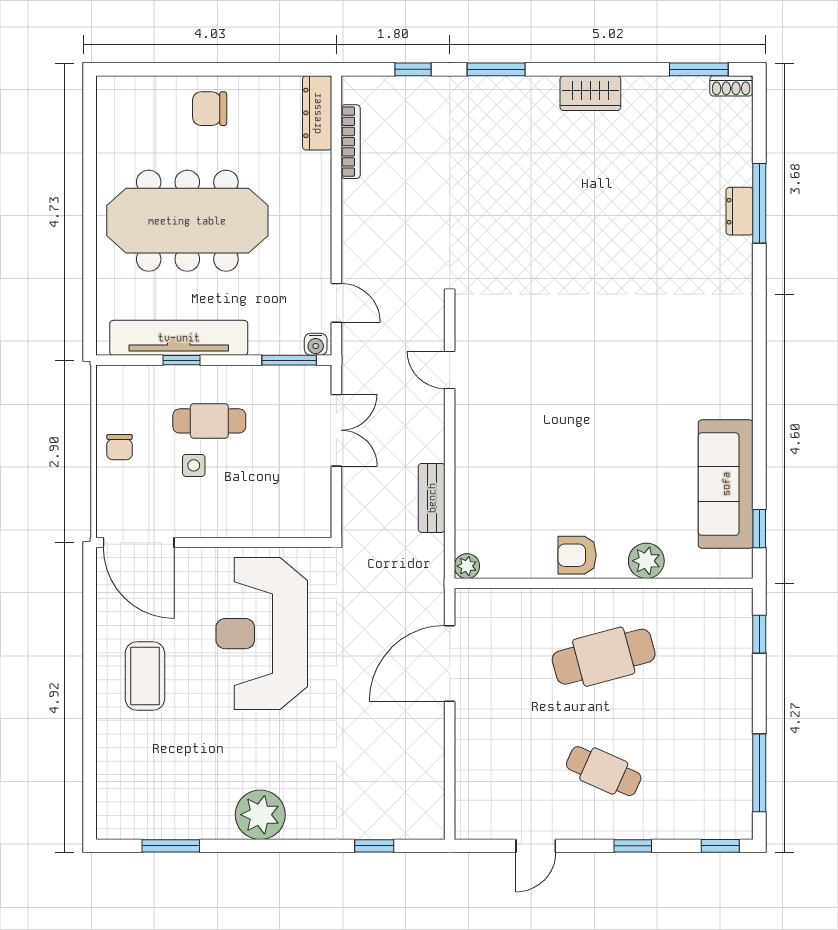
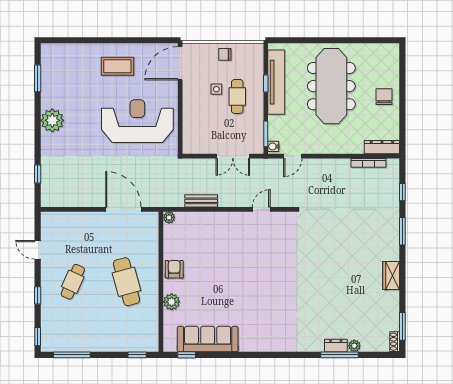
plant: (740, 172) -> (354, 346), added

